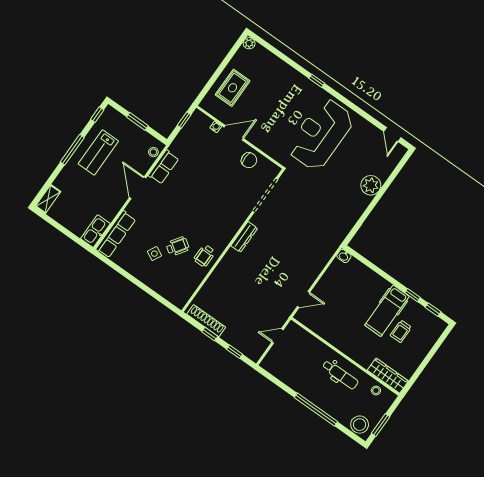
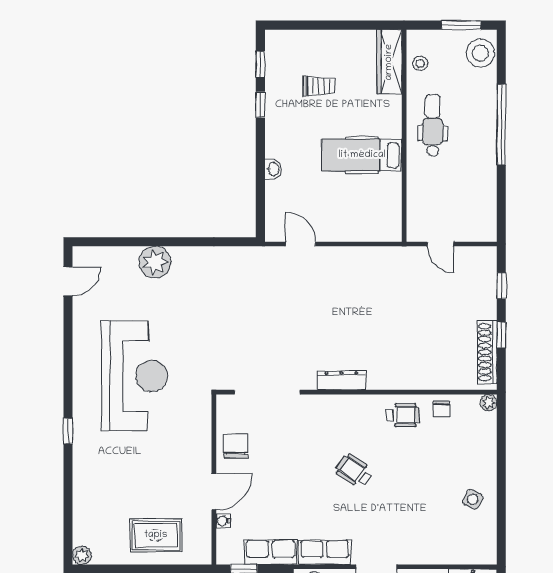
door: (234, 133) -> (214, 492), swing flipped
reception desk: (321, 134) -> (135, 376), turned -90
row of seats: (116, 234) -> (270, 552), moved, width x0.68
wheelchair: (178, 246) -> (354, 471), moved
side table: (154, 254) -> (473, 499), moved
washbasin: (344, 256) -> (273, 169), moved
chair: (194, 277) -> (441, 409), added
door: (304, 299) -> (300, 244), moved
plant: (180, 303) -> (489, 403), added
hospital bed: (387, 311) -> (362, 155), moved, turned 180

